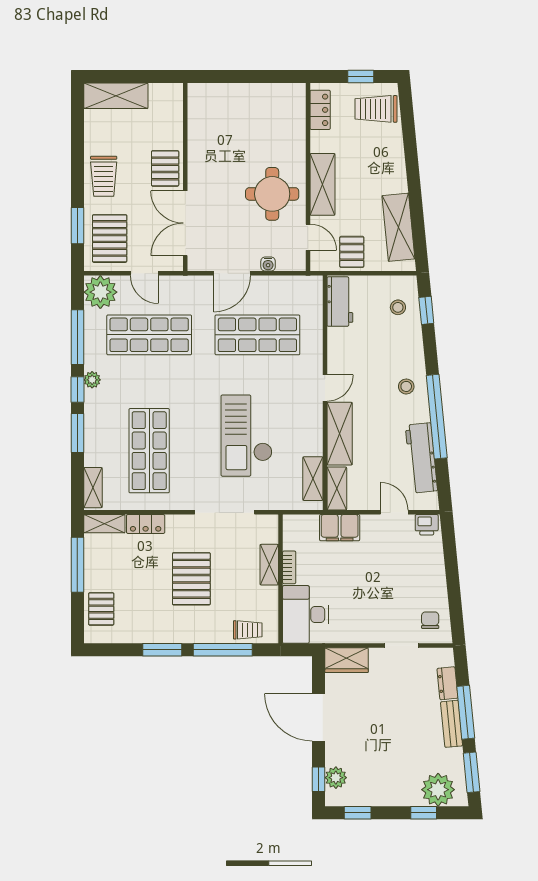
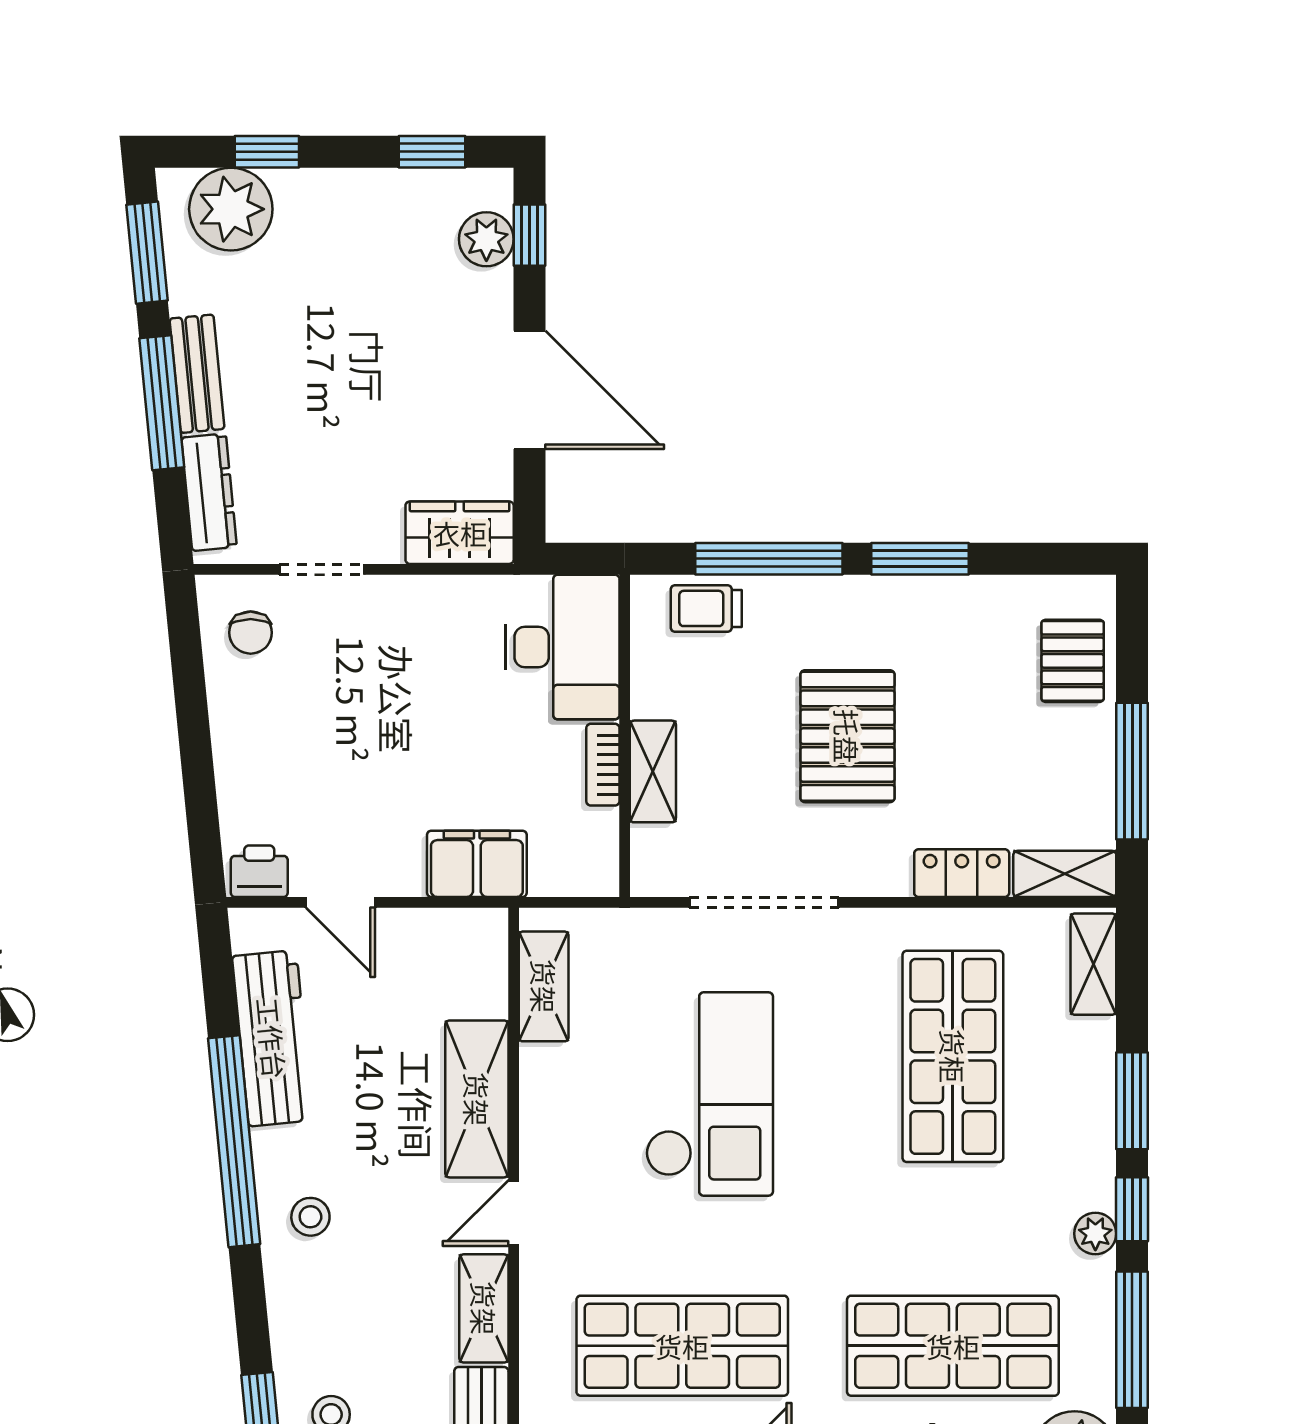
shelving: (337, 488) -> (484, 1308), moved
dresser: (447, 683) -> (209, 492), width x1.44

